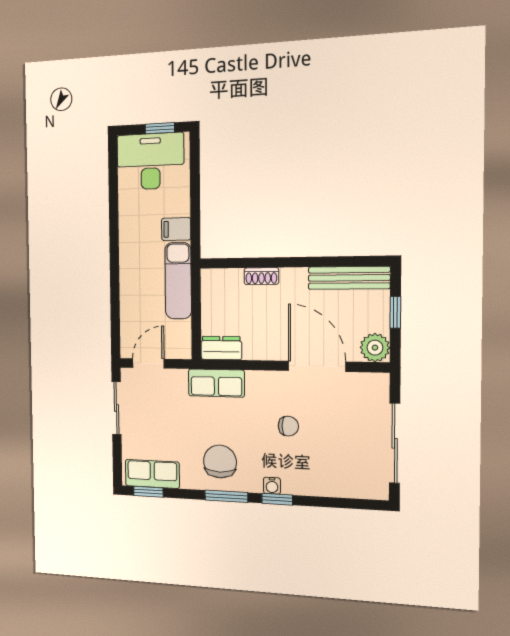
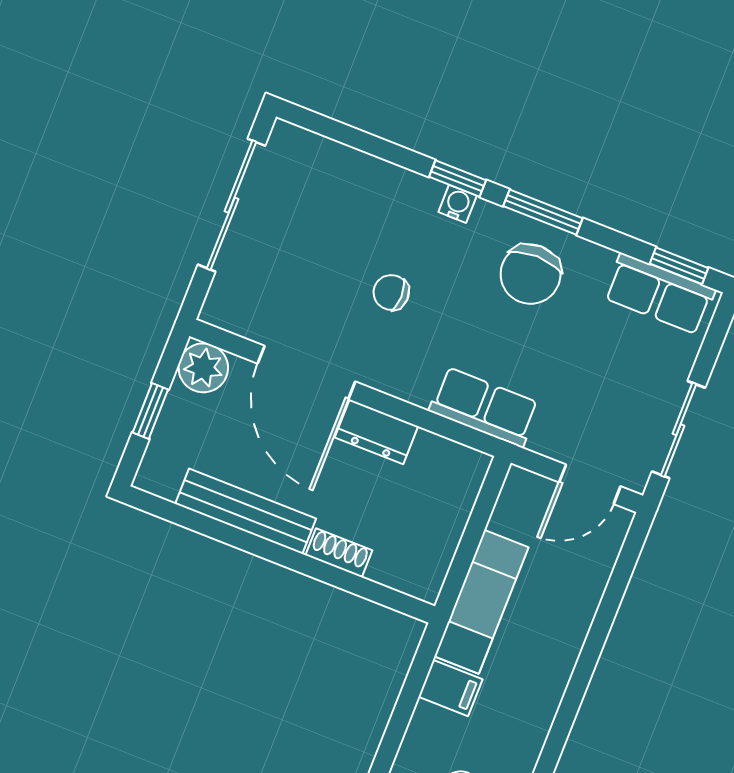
bench: (349, 278) -> (246, 511), moved
dresser: (221, 348) -> (376, 432), moved

